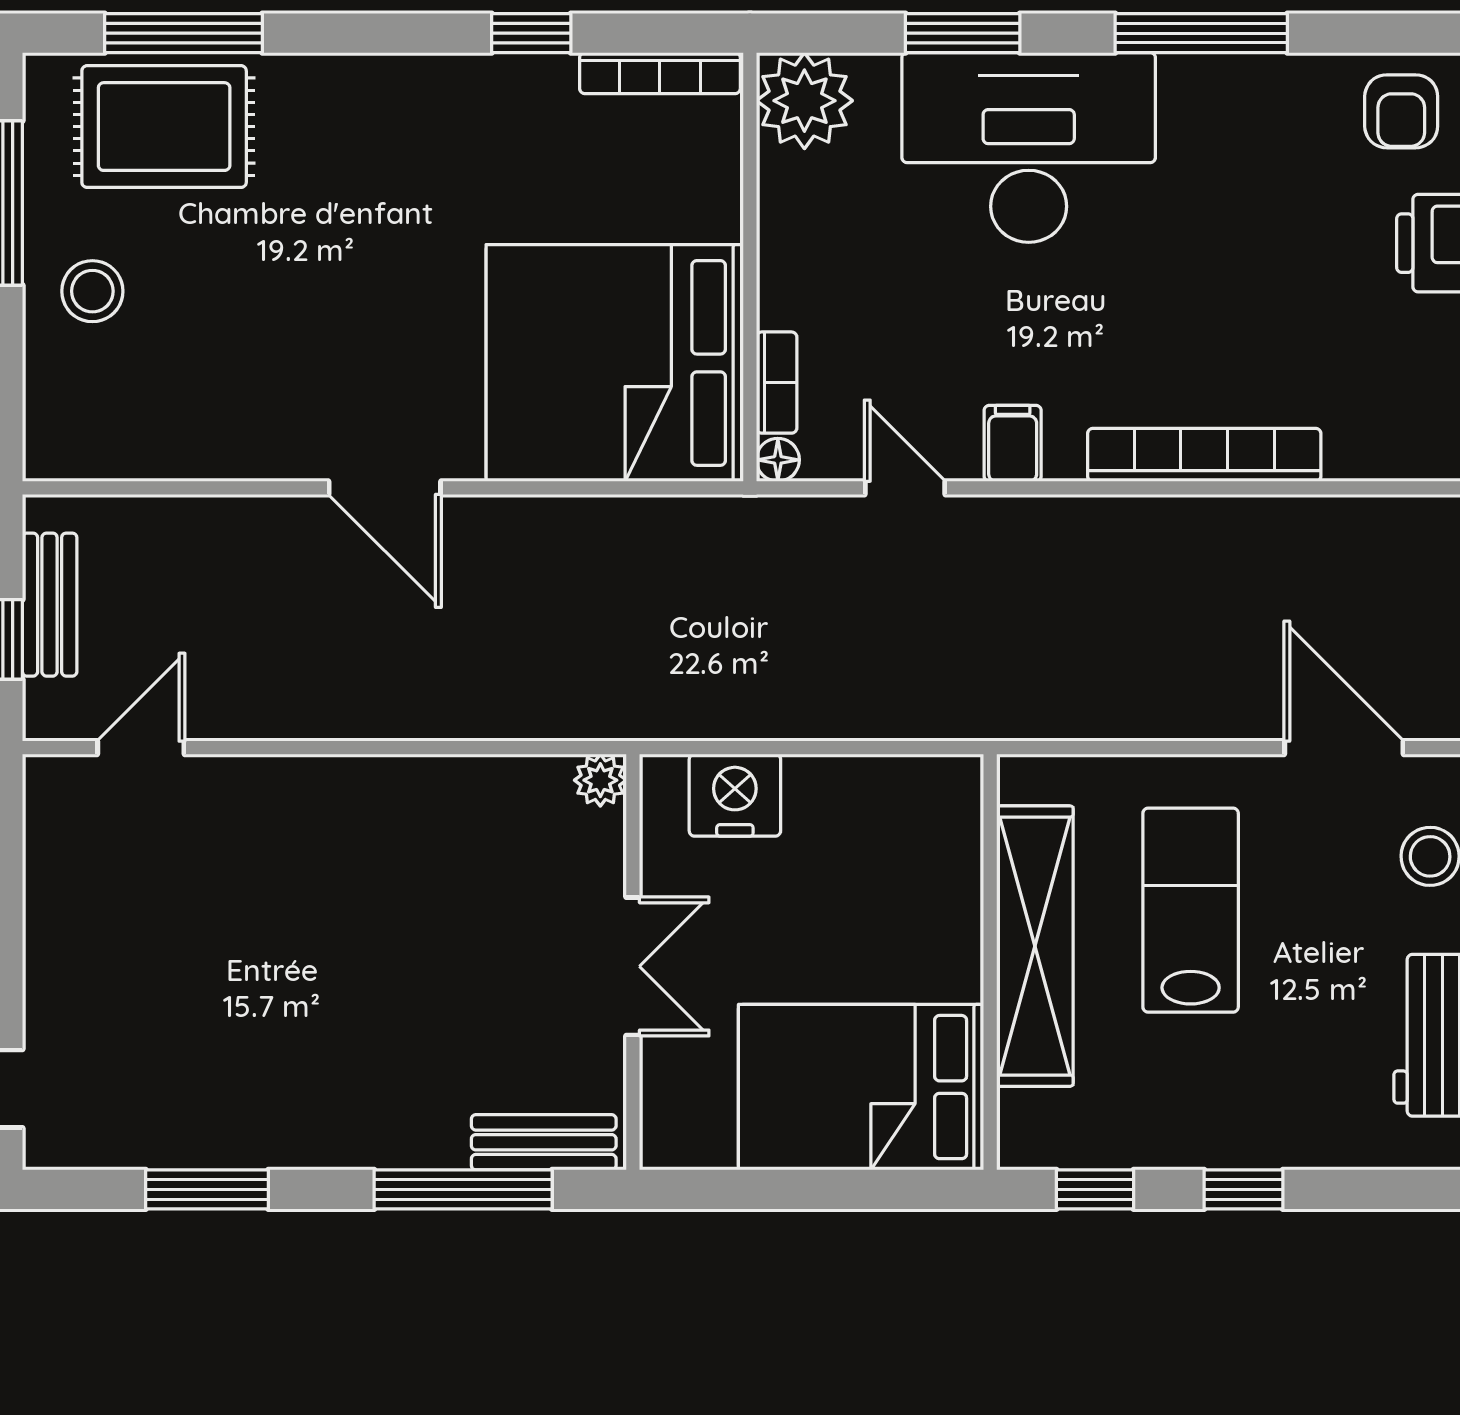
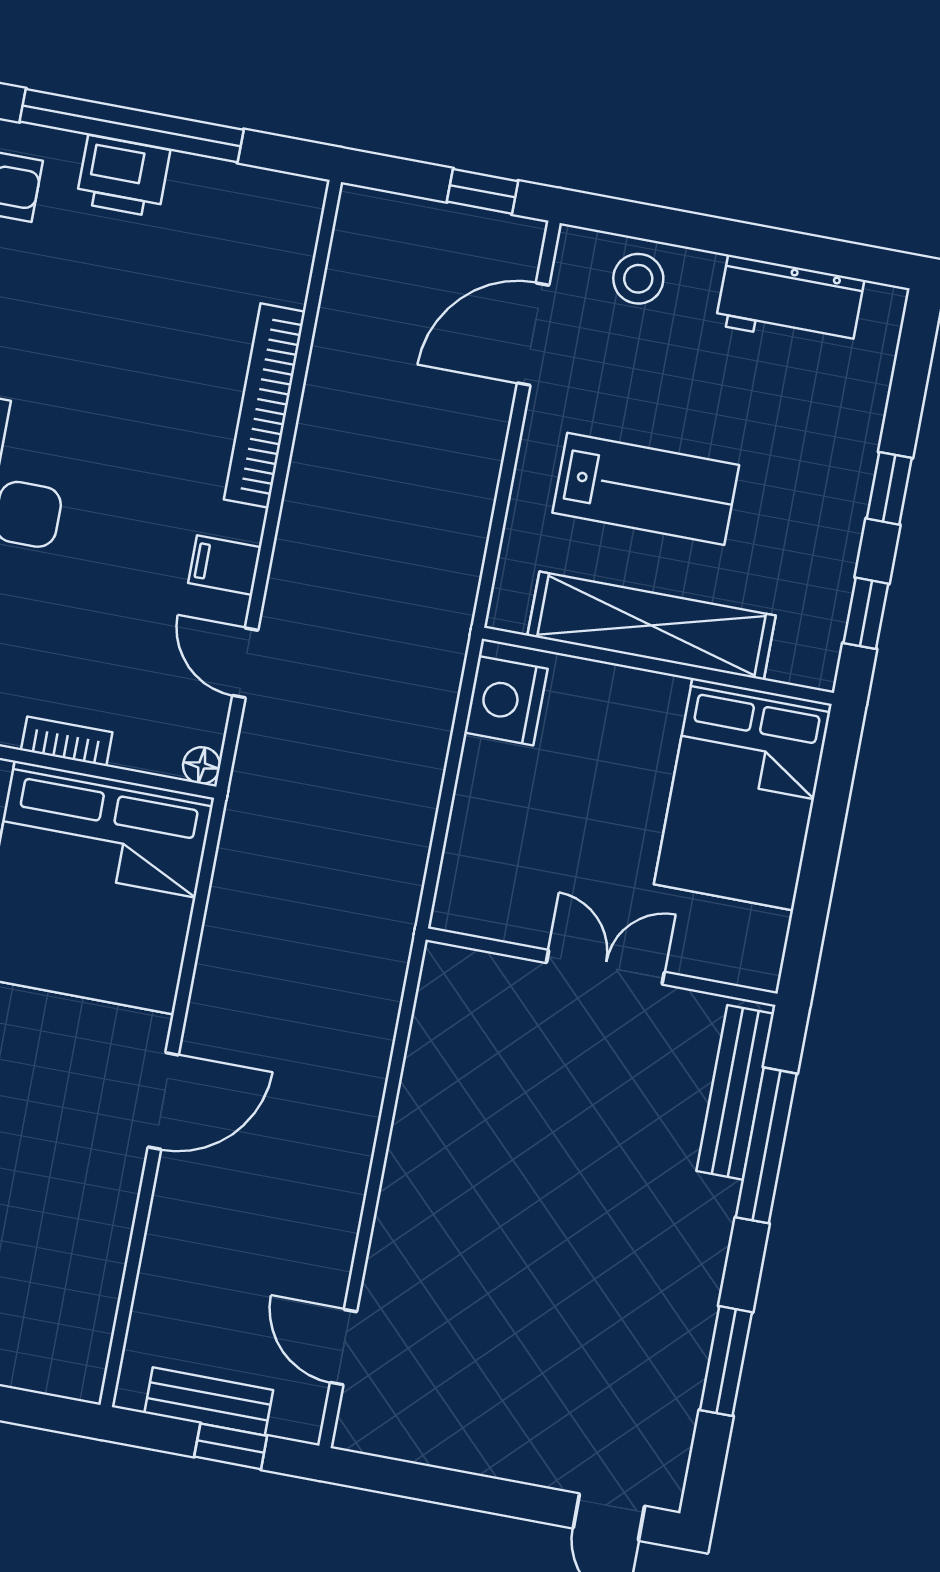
bookcase: (777, 383) -> (67, 741), moved
door: (905, 488) -> (245, 663), hinge flipped
plant: (600, 780) -> (443, 965), removed
nightstand: (735, 795) -> (506, 701), moved
lab bench: (1191, 910) -> (646, 489), turned 180
bench: (544, 1142) -> (735, 1092), width x1.36

